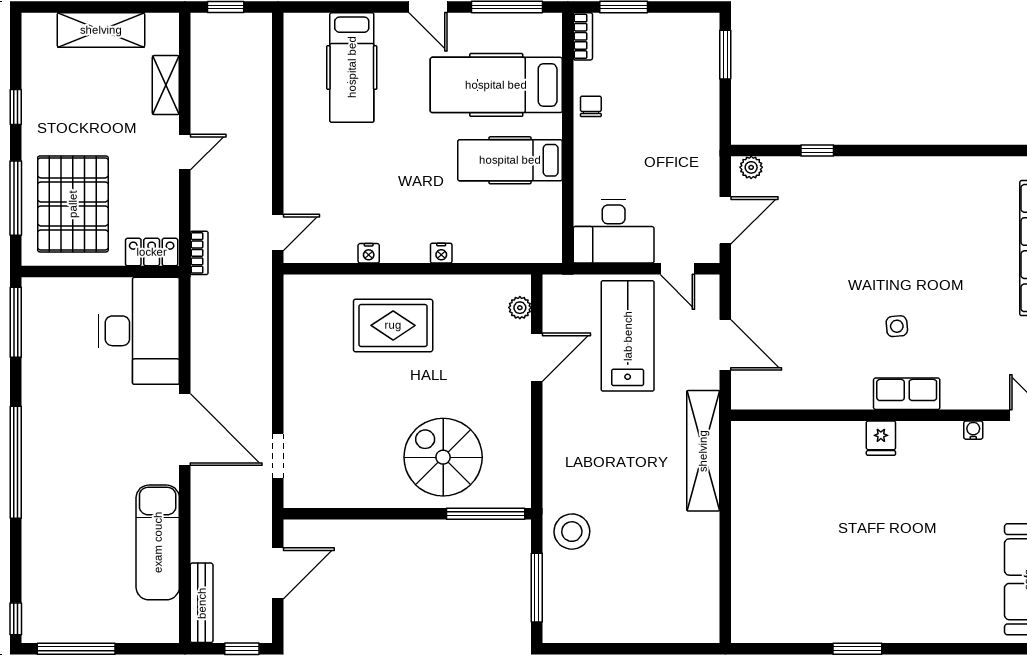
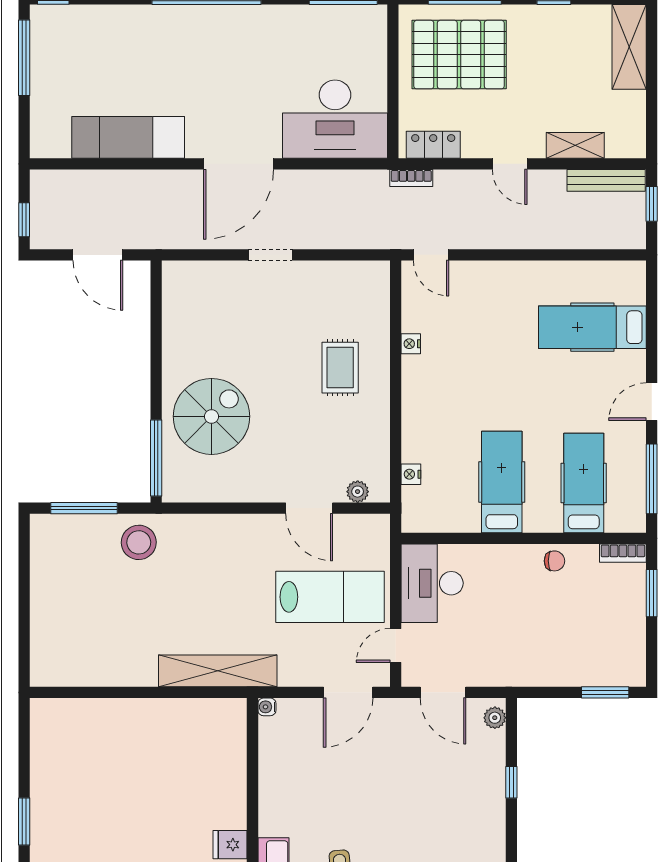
shelving: (101, 30) -> (629, 47), moved
hospital bed: (496, 85) -> (584, 483), width x0.73, depth x0.78
locker: (152, 252) -> (433, 145), moved, turned -90
nightstand: (441, 253) -> (411, 474), moved
rug: (393, 325) -> (340, 368), width x0.73, depth x0.70
door: (725, 345) -> (348, 692), moved
water cooler: (740, 400) -> (267, 707), added
doorway: (278, 456) -> (270, 255), moved
bench: (202, 603) -> (606, 180), moved

